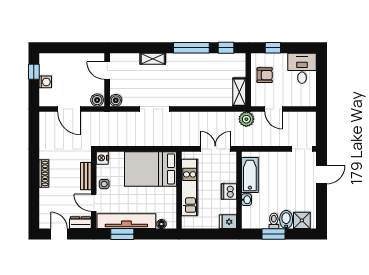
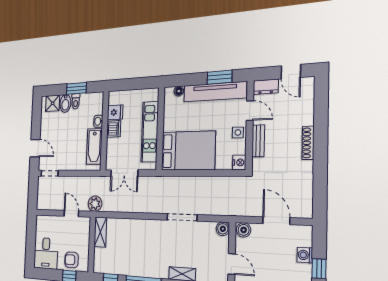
armchair: (265, 75) -> (72, 260), moved
door: (321, 175) -> (35, 148), swing flipped
fridge: (228, 222) -> (115, 112), moved

